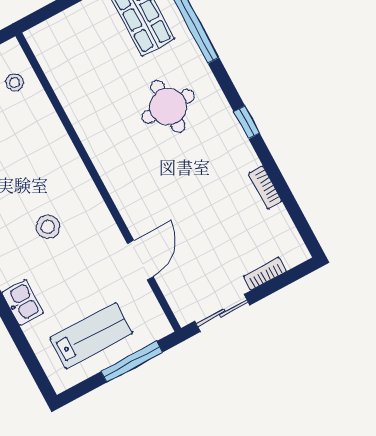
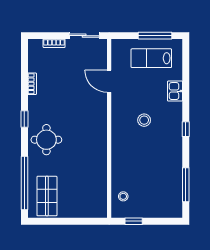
round table: (168, 106) -> (46, 140), moved
door: (140, 260) -> (109, 81), hinge flipped
window: (132, 362) -> (155, 36), moved

